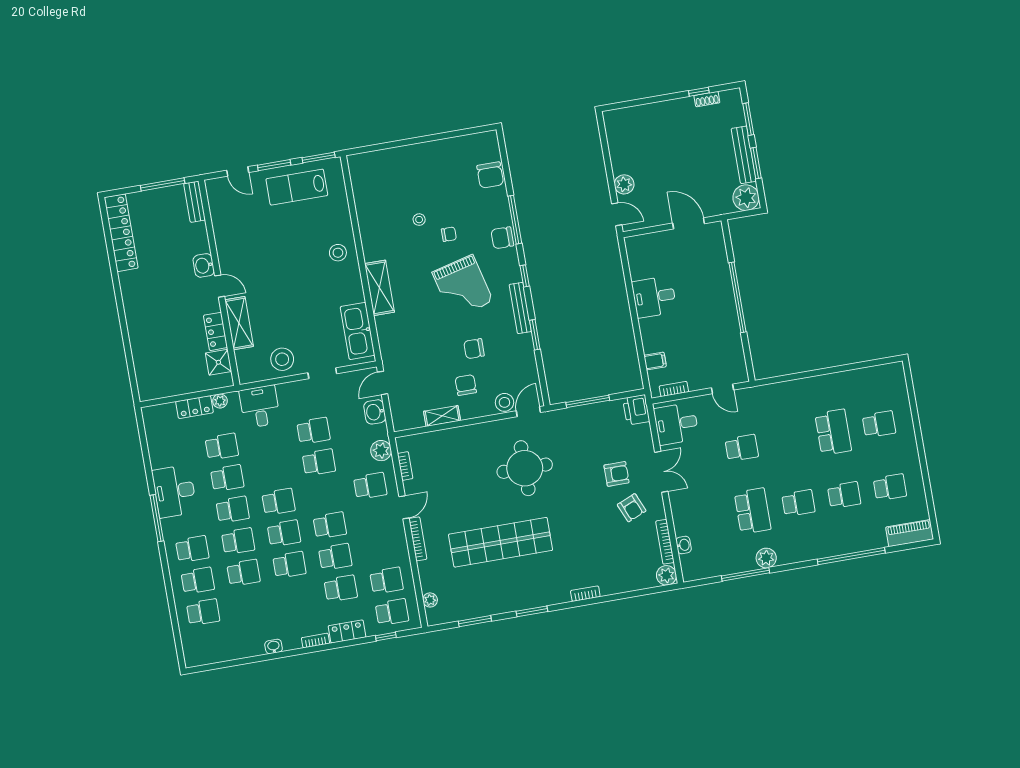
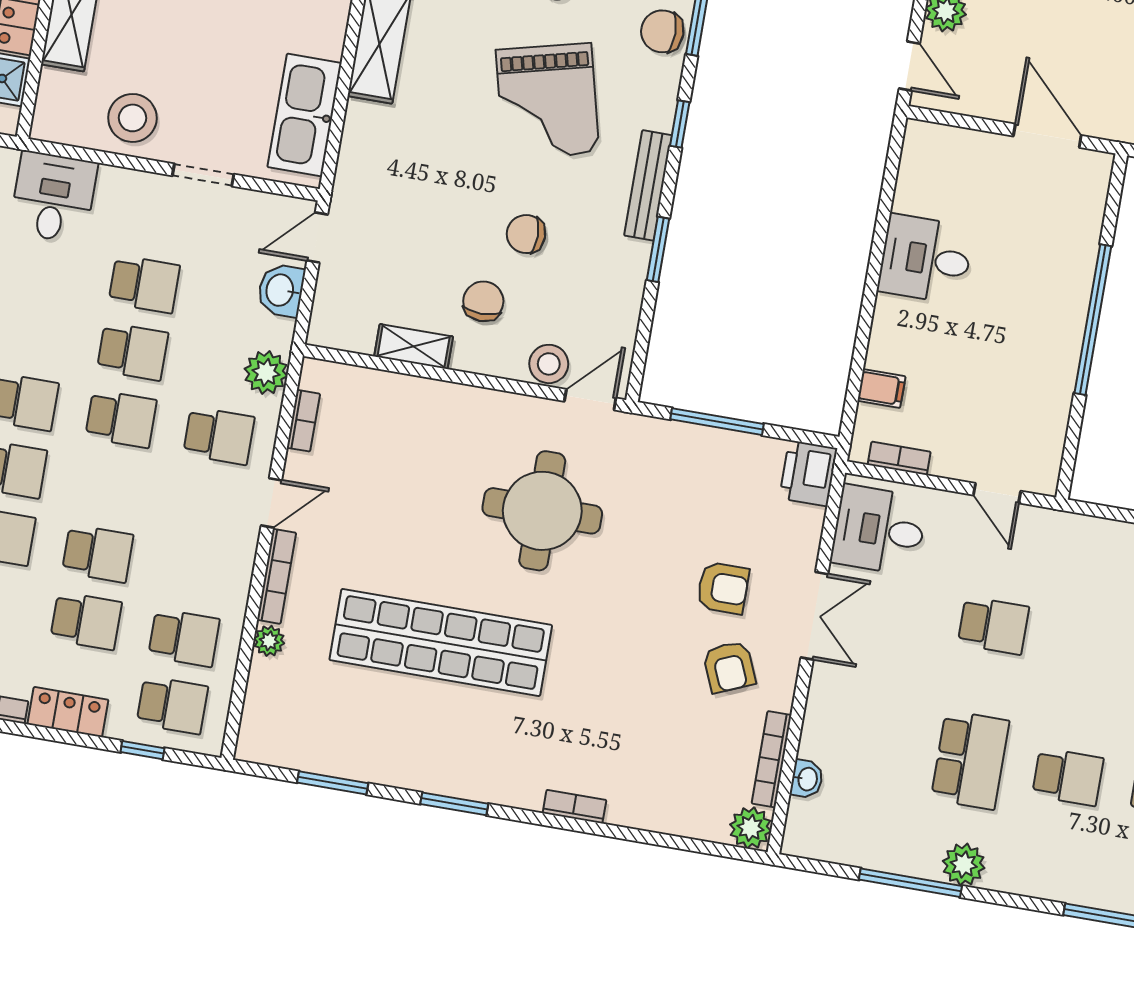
school desk: (330, 525) -> (121, 419), moved
plant: (430, 600) -> (269, 641), moved

